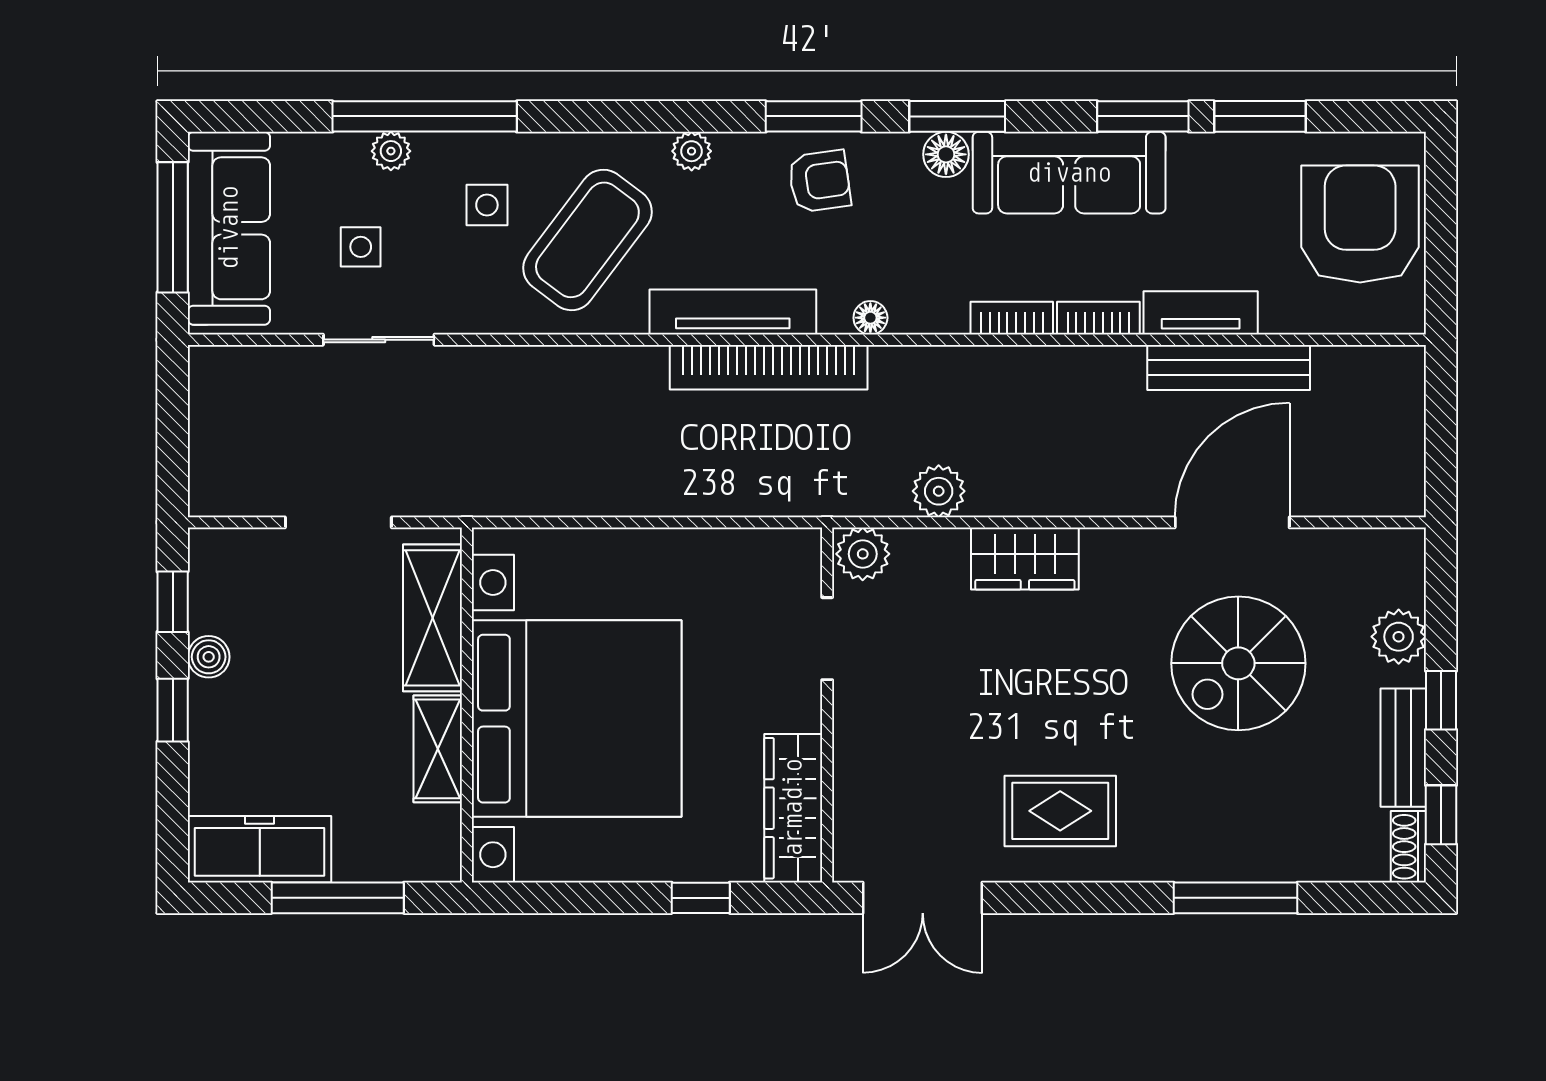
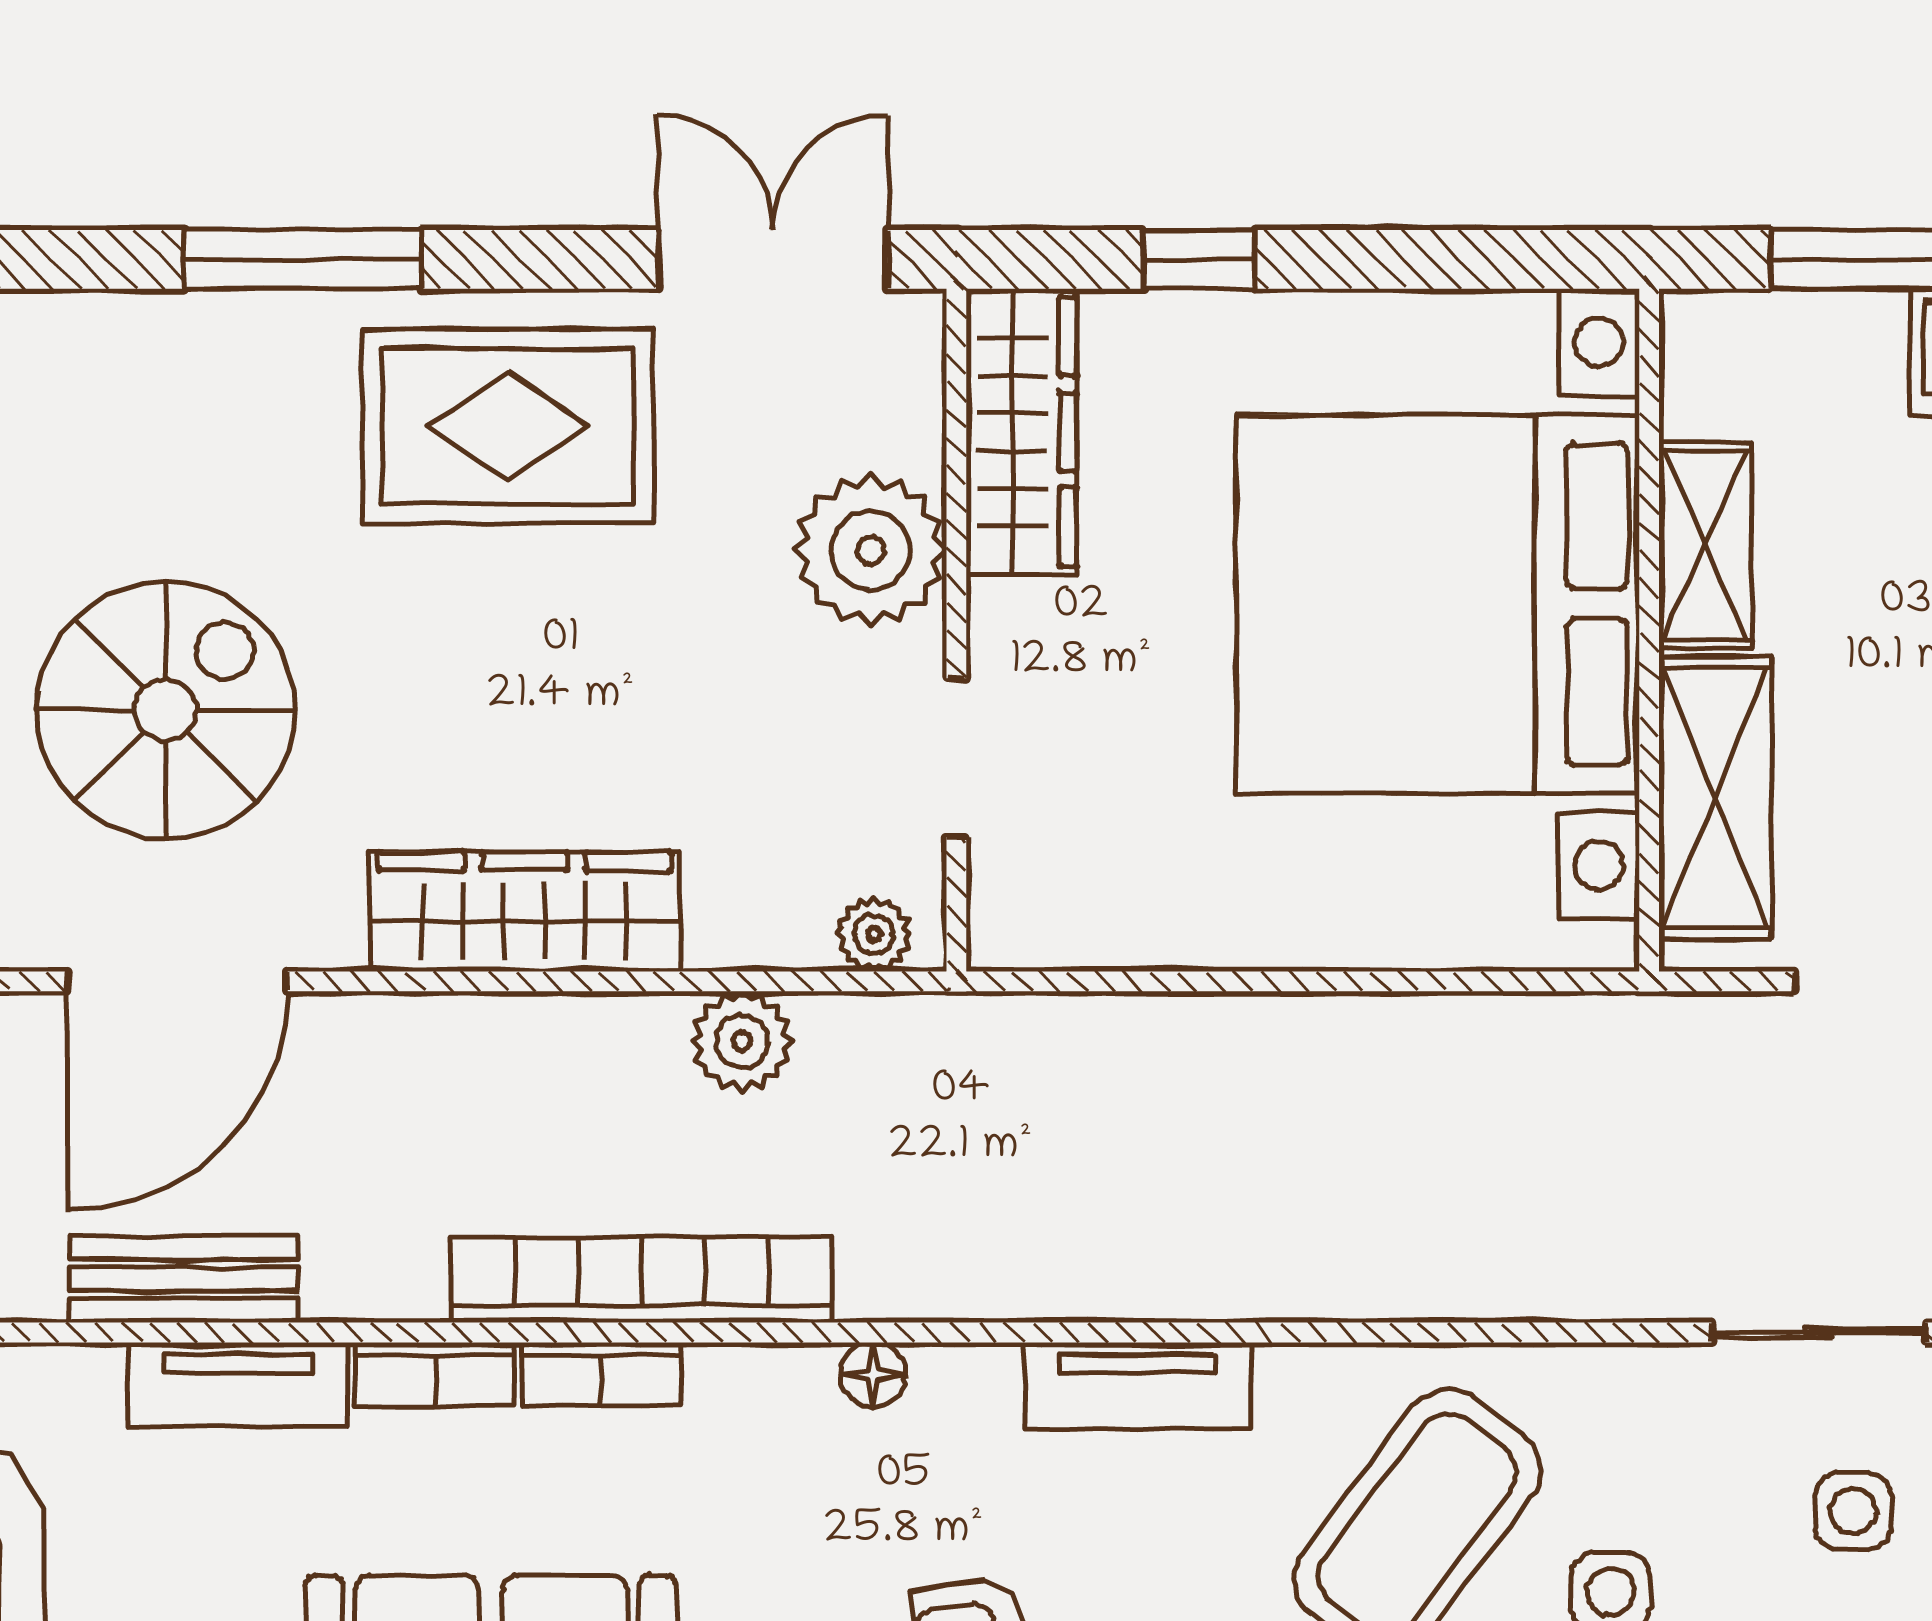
tv unit: (733, 312) -> (1138, 1386), width x0.71
bookcase: (769, 367) -> (641, 1280), moved
bench: (1229, 368) -> (184, 1279), width x0.73
plant: (863, 554) -> (874, 934), width x0.73, depth x0.73
wardrobe: (1025, 559) -> (524, 912), width x1.50
plant: (872, 747) -> (871, 550), added
rug: (1060, 811) -> (508, 426), width x1.36, depth x1.43
window: (1235, 898) -> (303, 259), moved

